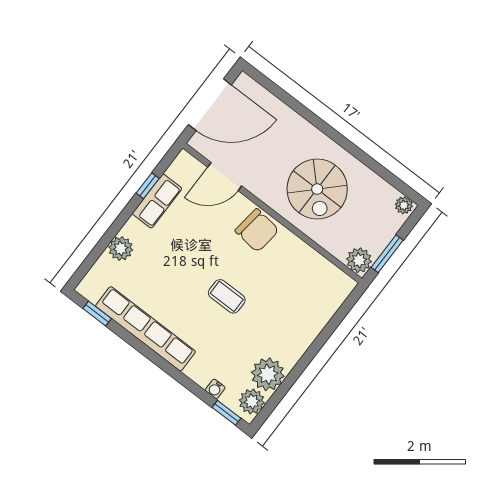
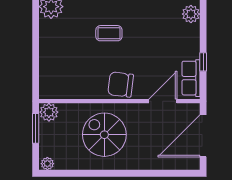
row of seats: (157, 201) -> (191, 78), moved

